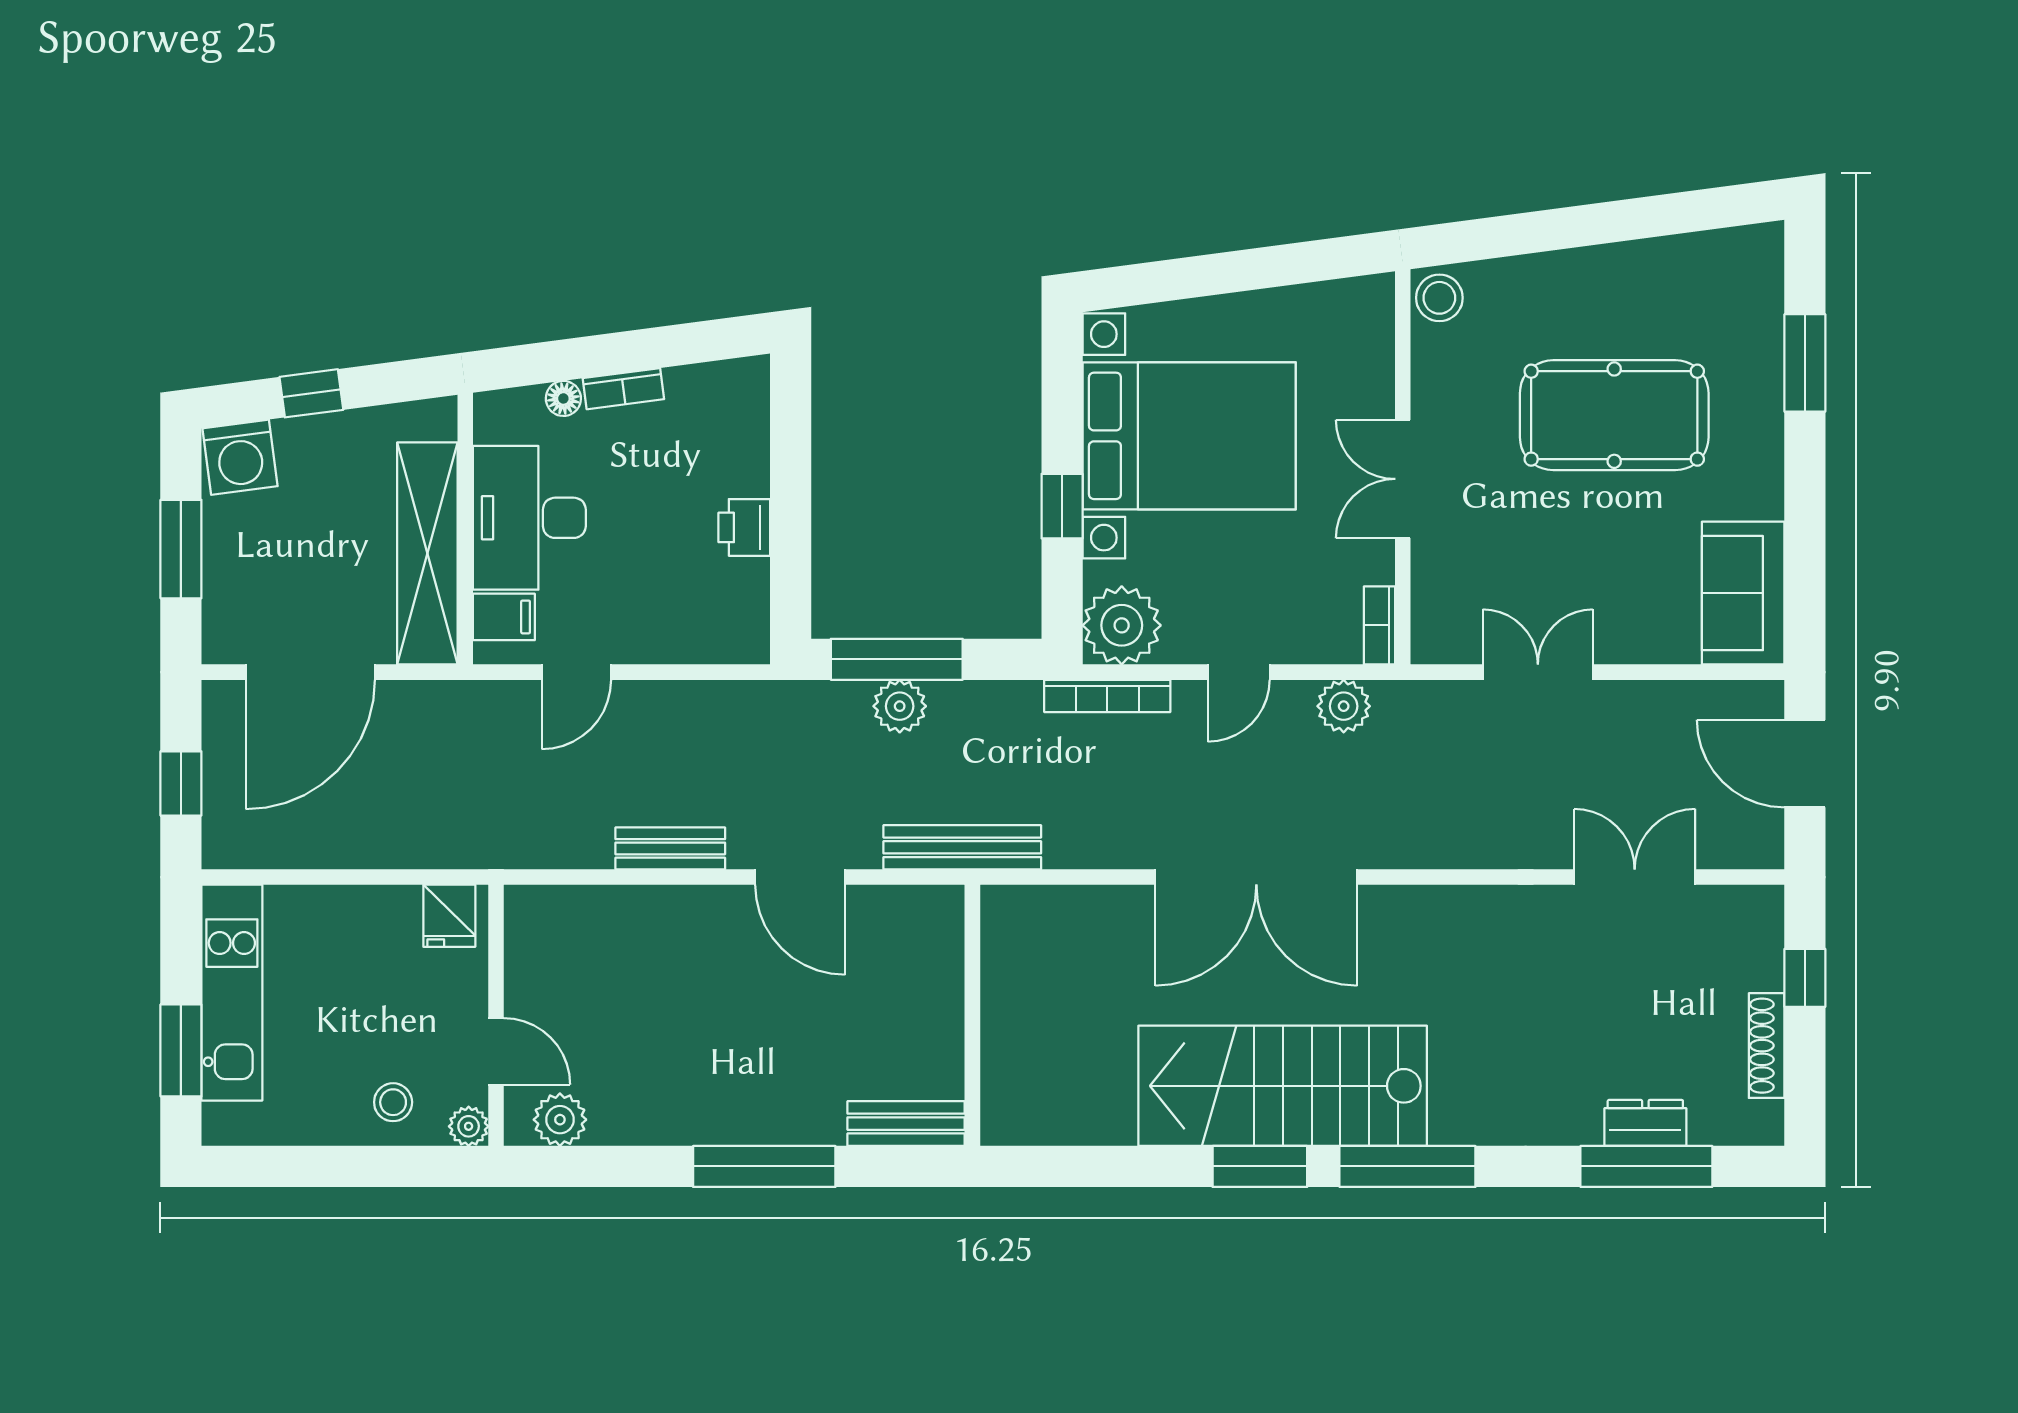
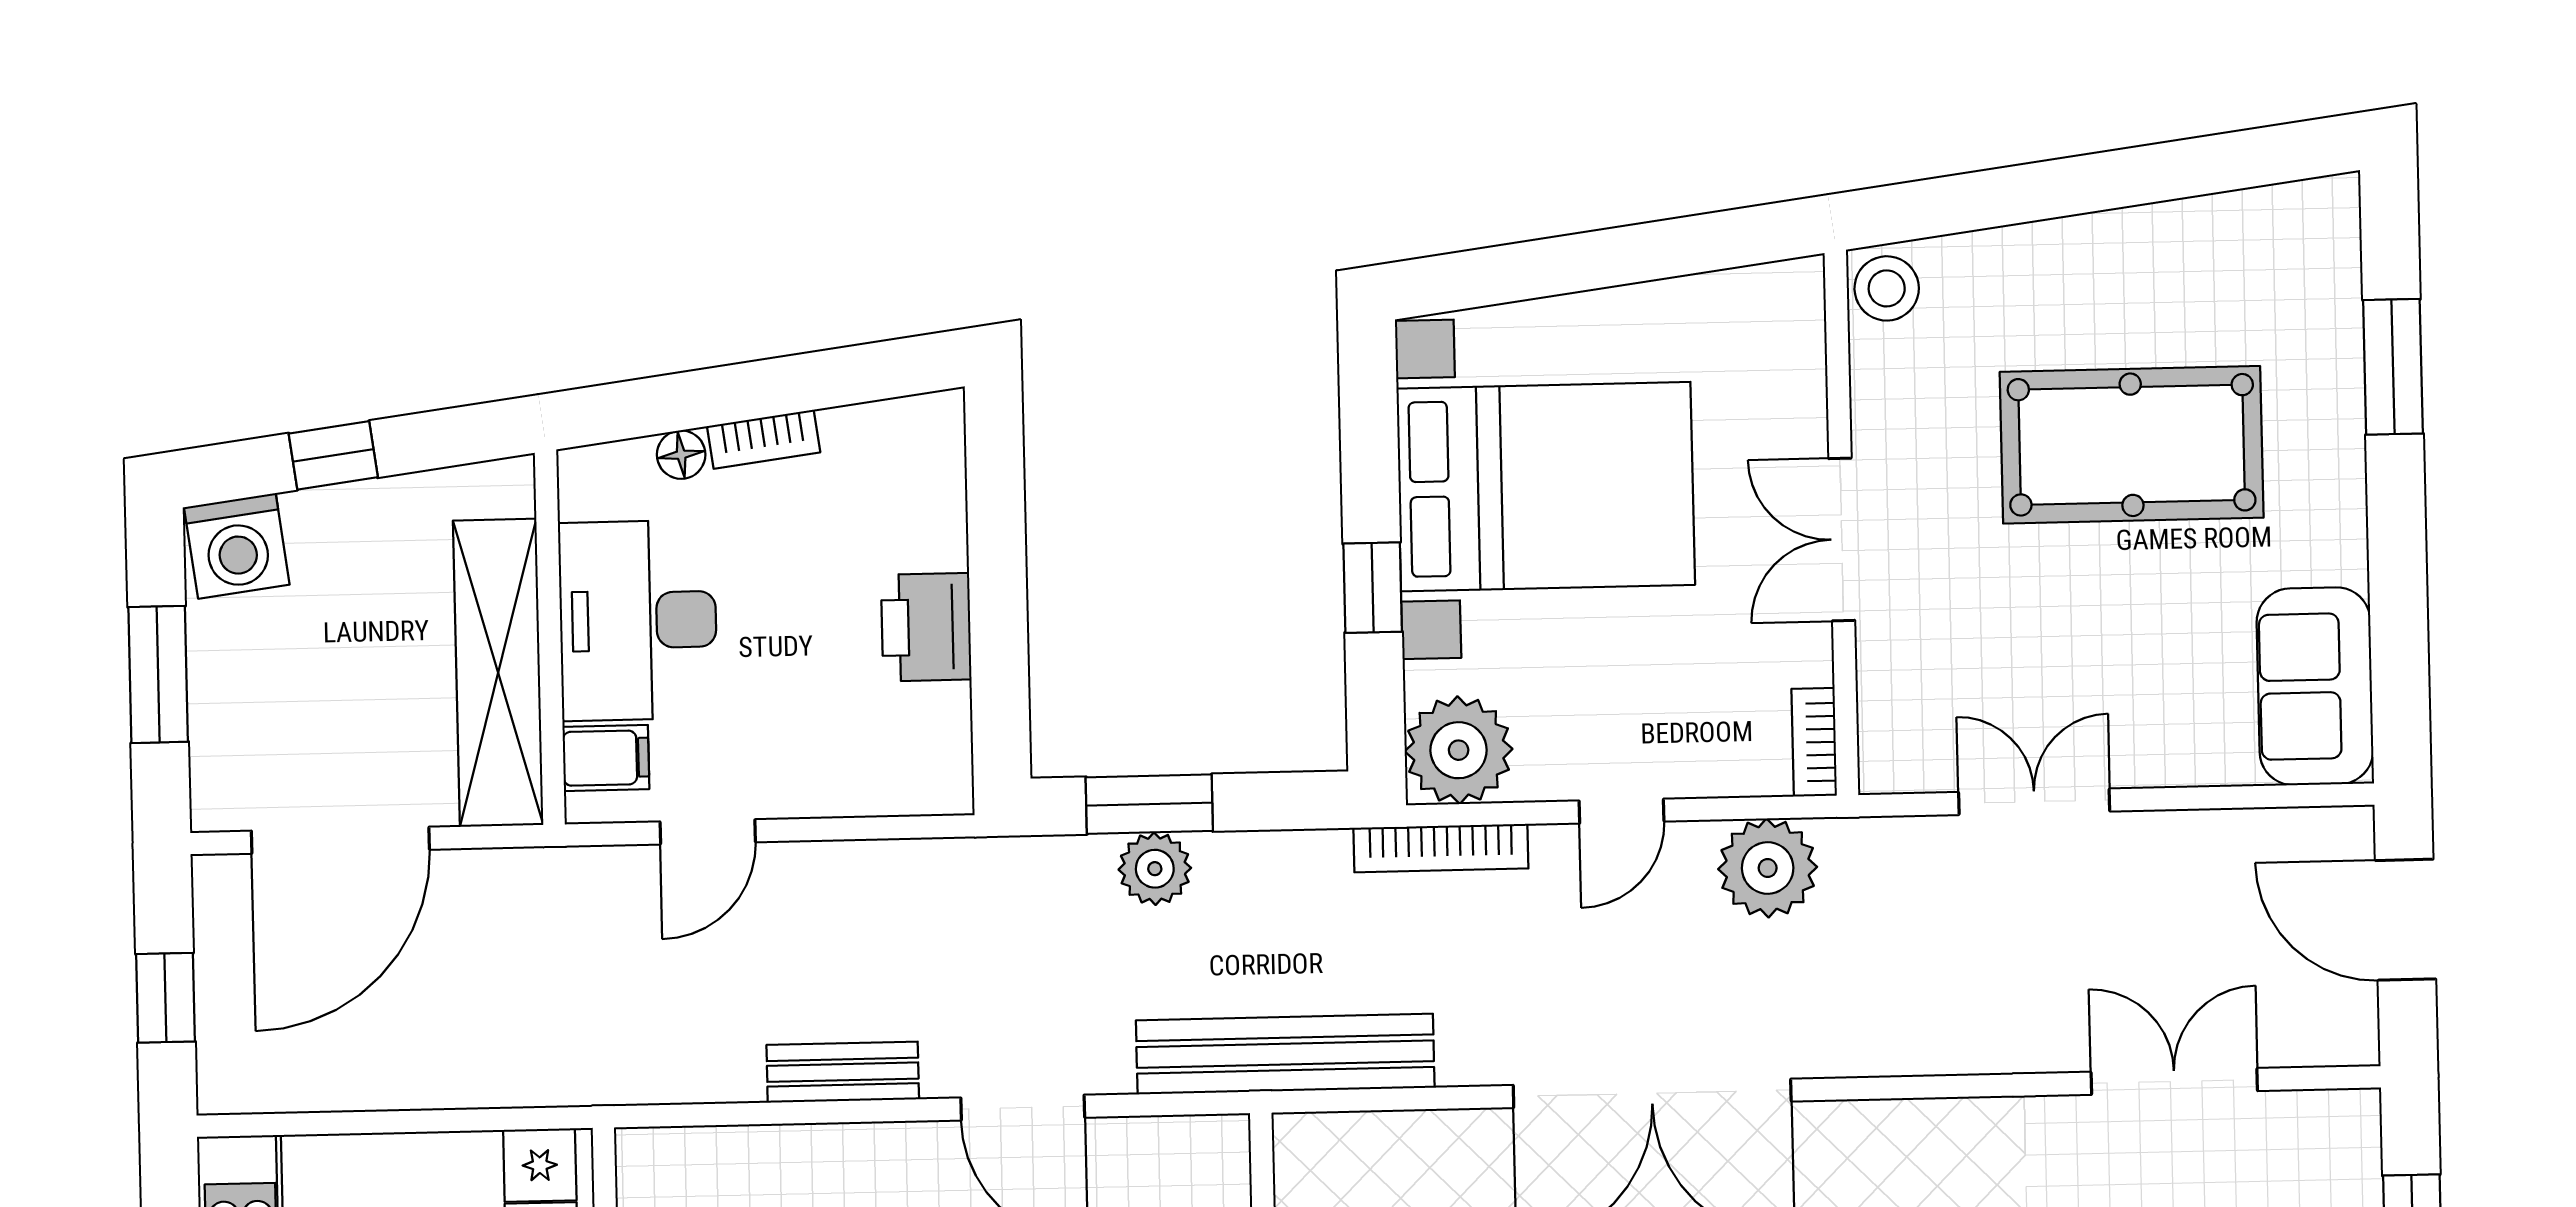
printer: (744, 527) -> (926, 627), width x1.36, depth x1.24
window: (897, 659) -> (1149, 804), width x0.69
plant: (1344, 706) -> (1768, 868), width x1.36, depth x1.36
bench: (962, 847) -> (1285, 1054), width x1.37, depth x1.21

